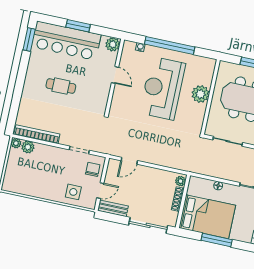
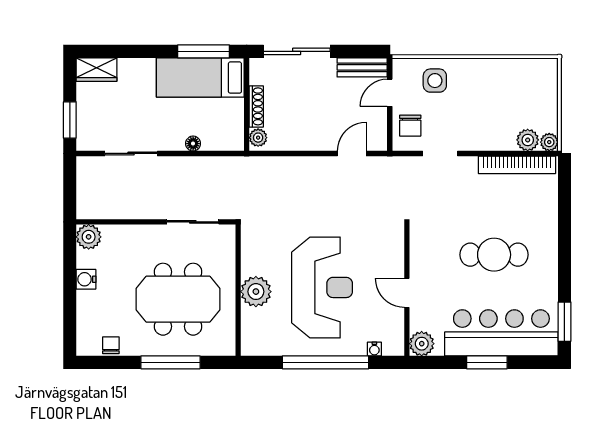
cafe table: (61, 86) -> (494, 255), width x1.37, depth x1.35
bed: (207, 217) -> (200, 78), width x0.67
window: (217, 240) -> (203, 51), moved

